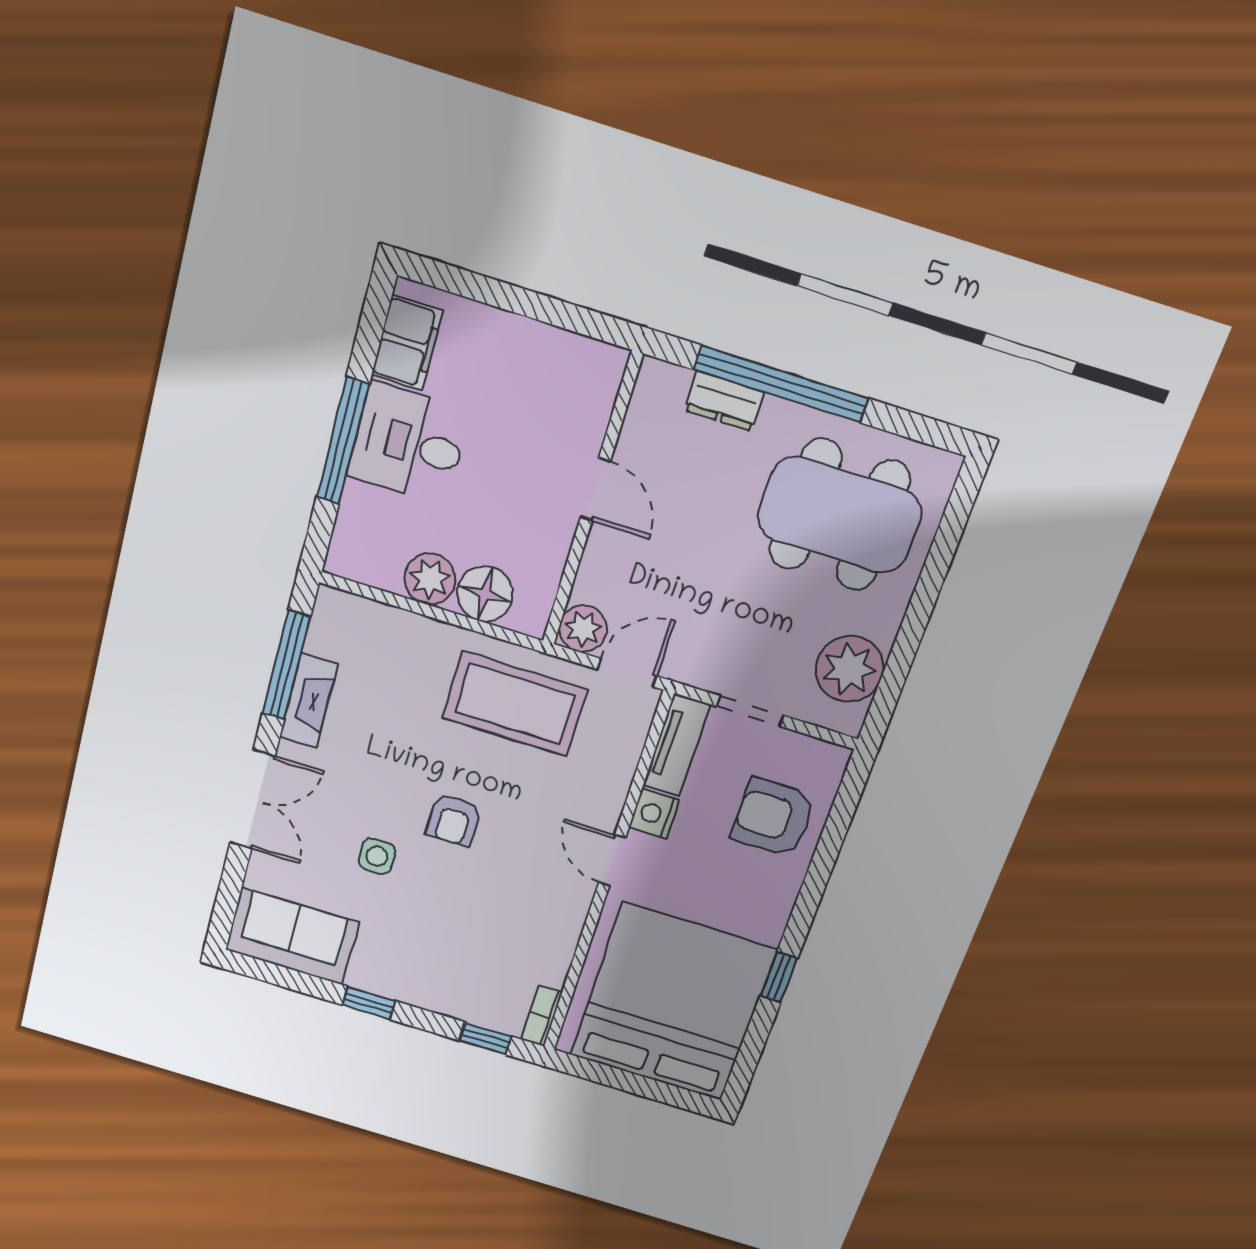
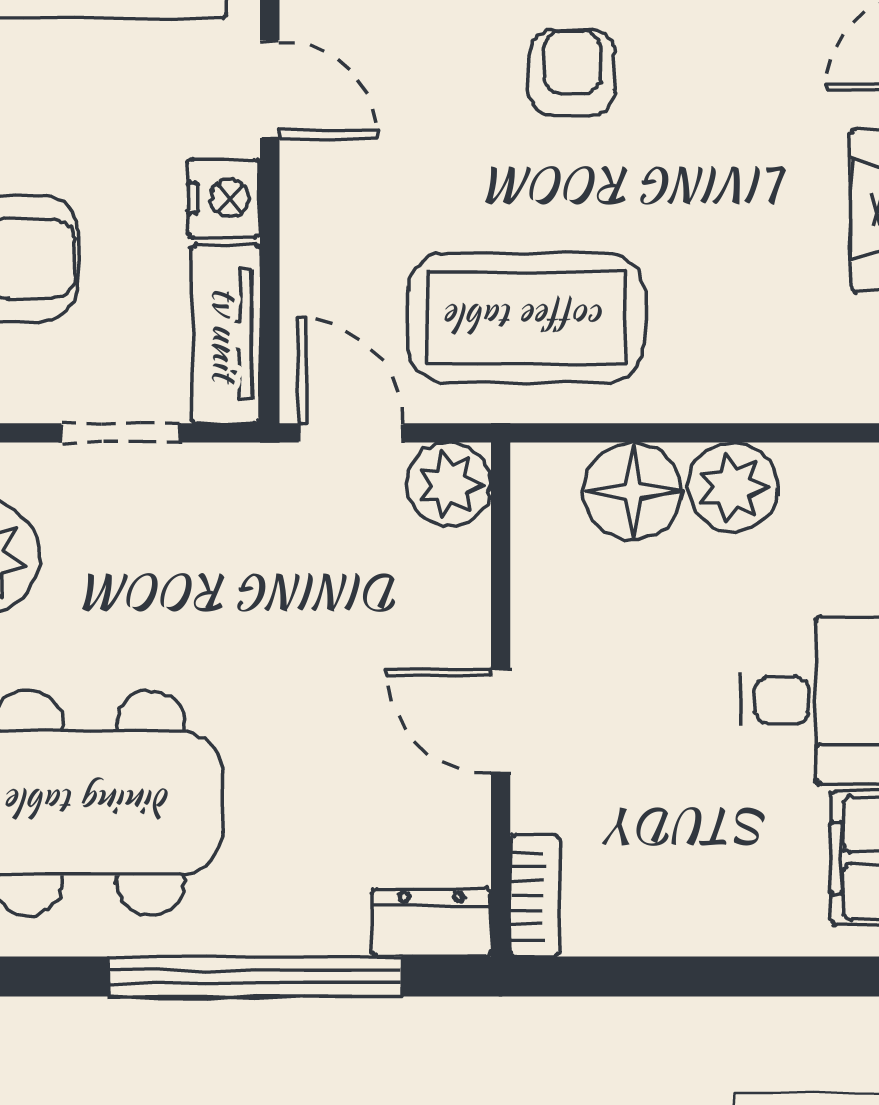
bookcase: (607, 382) -> (535, 895), added
dresser: (724, 401) -> (431, 923), moved
door: (627, 673) -> (351, 433), swing flipped

